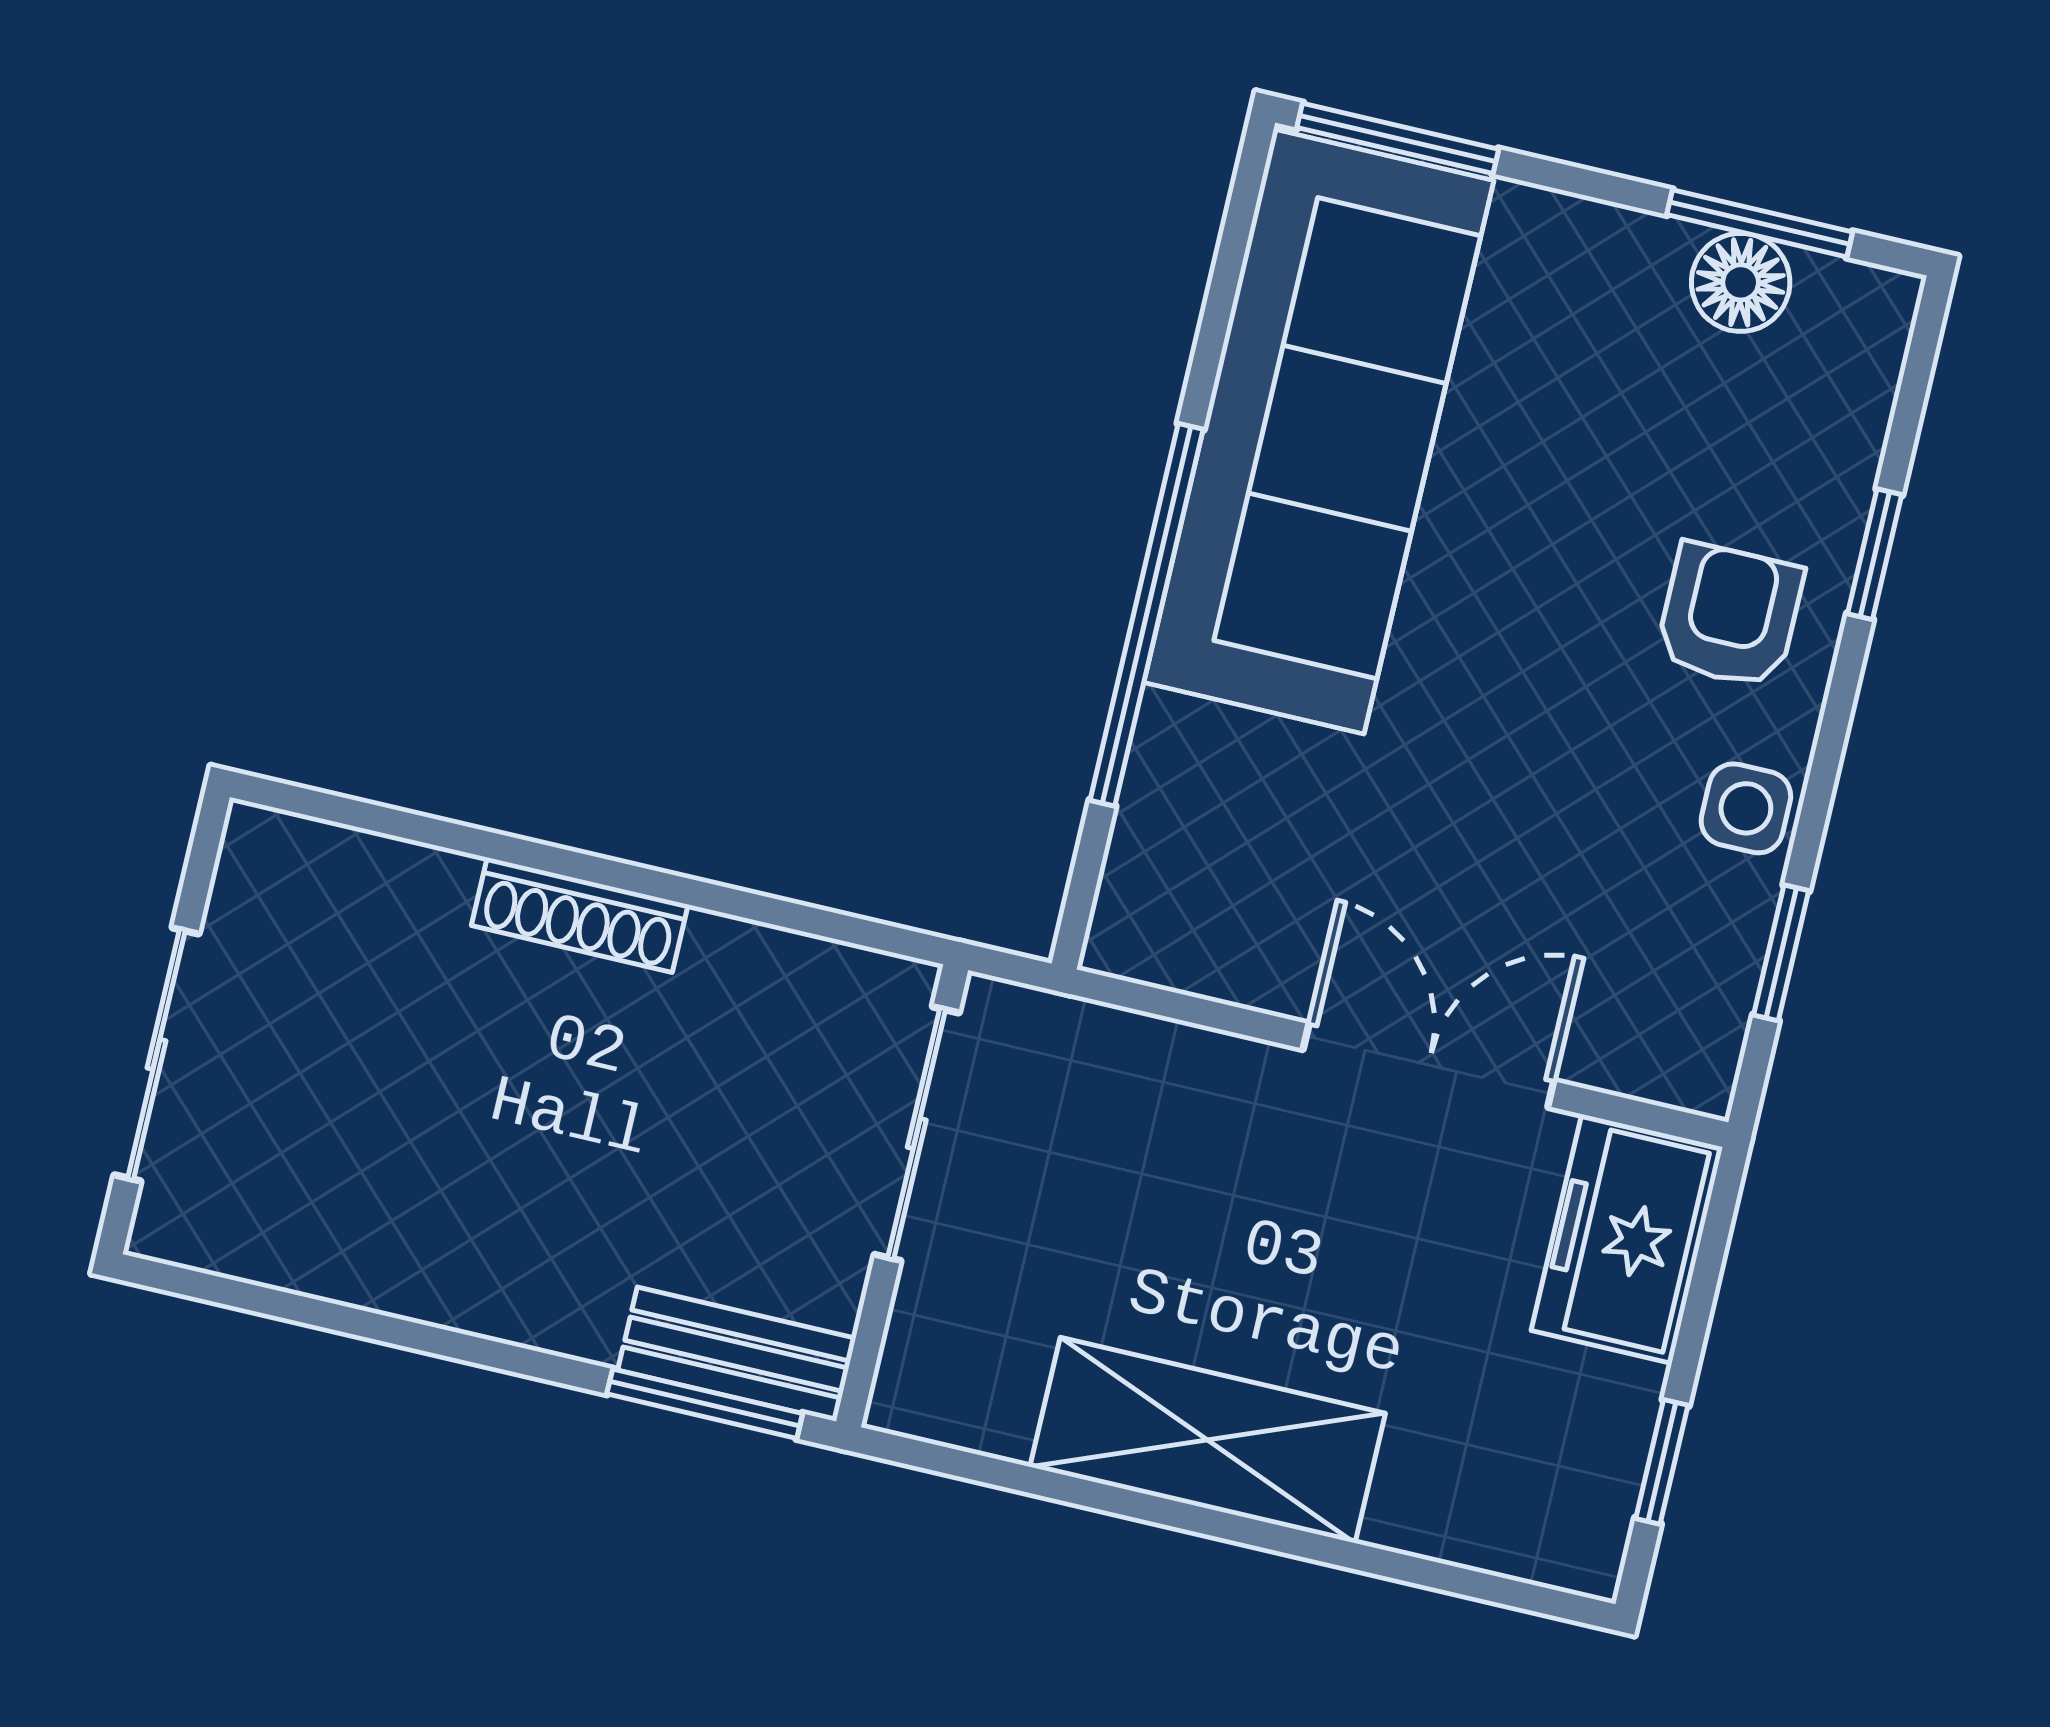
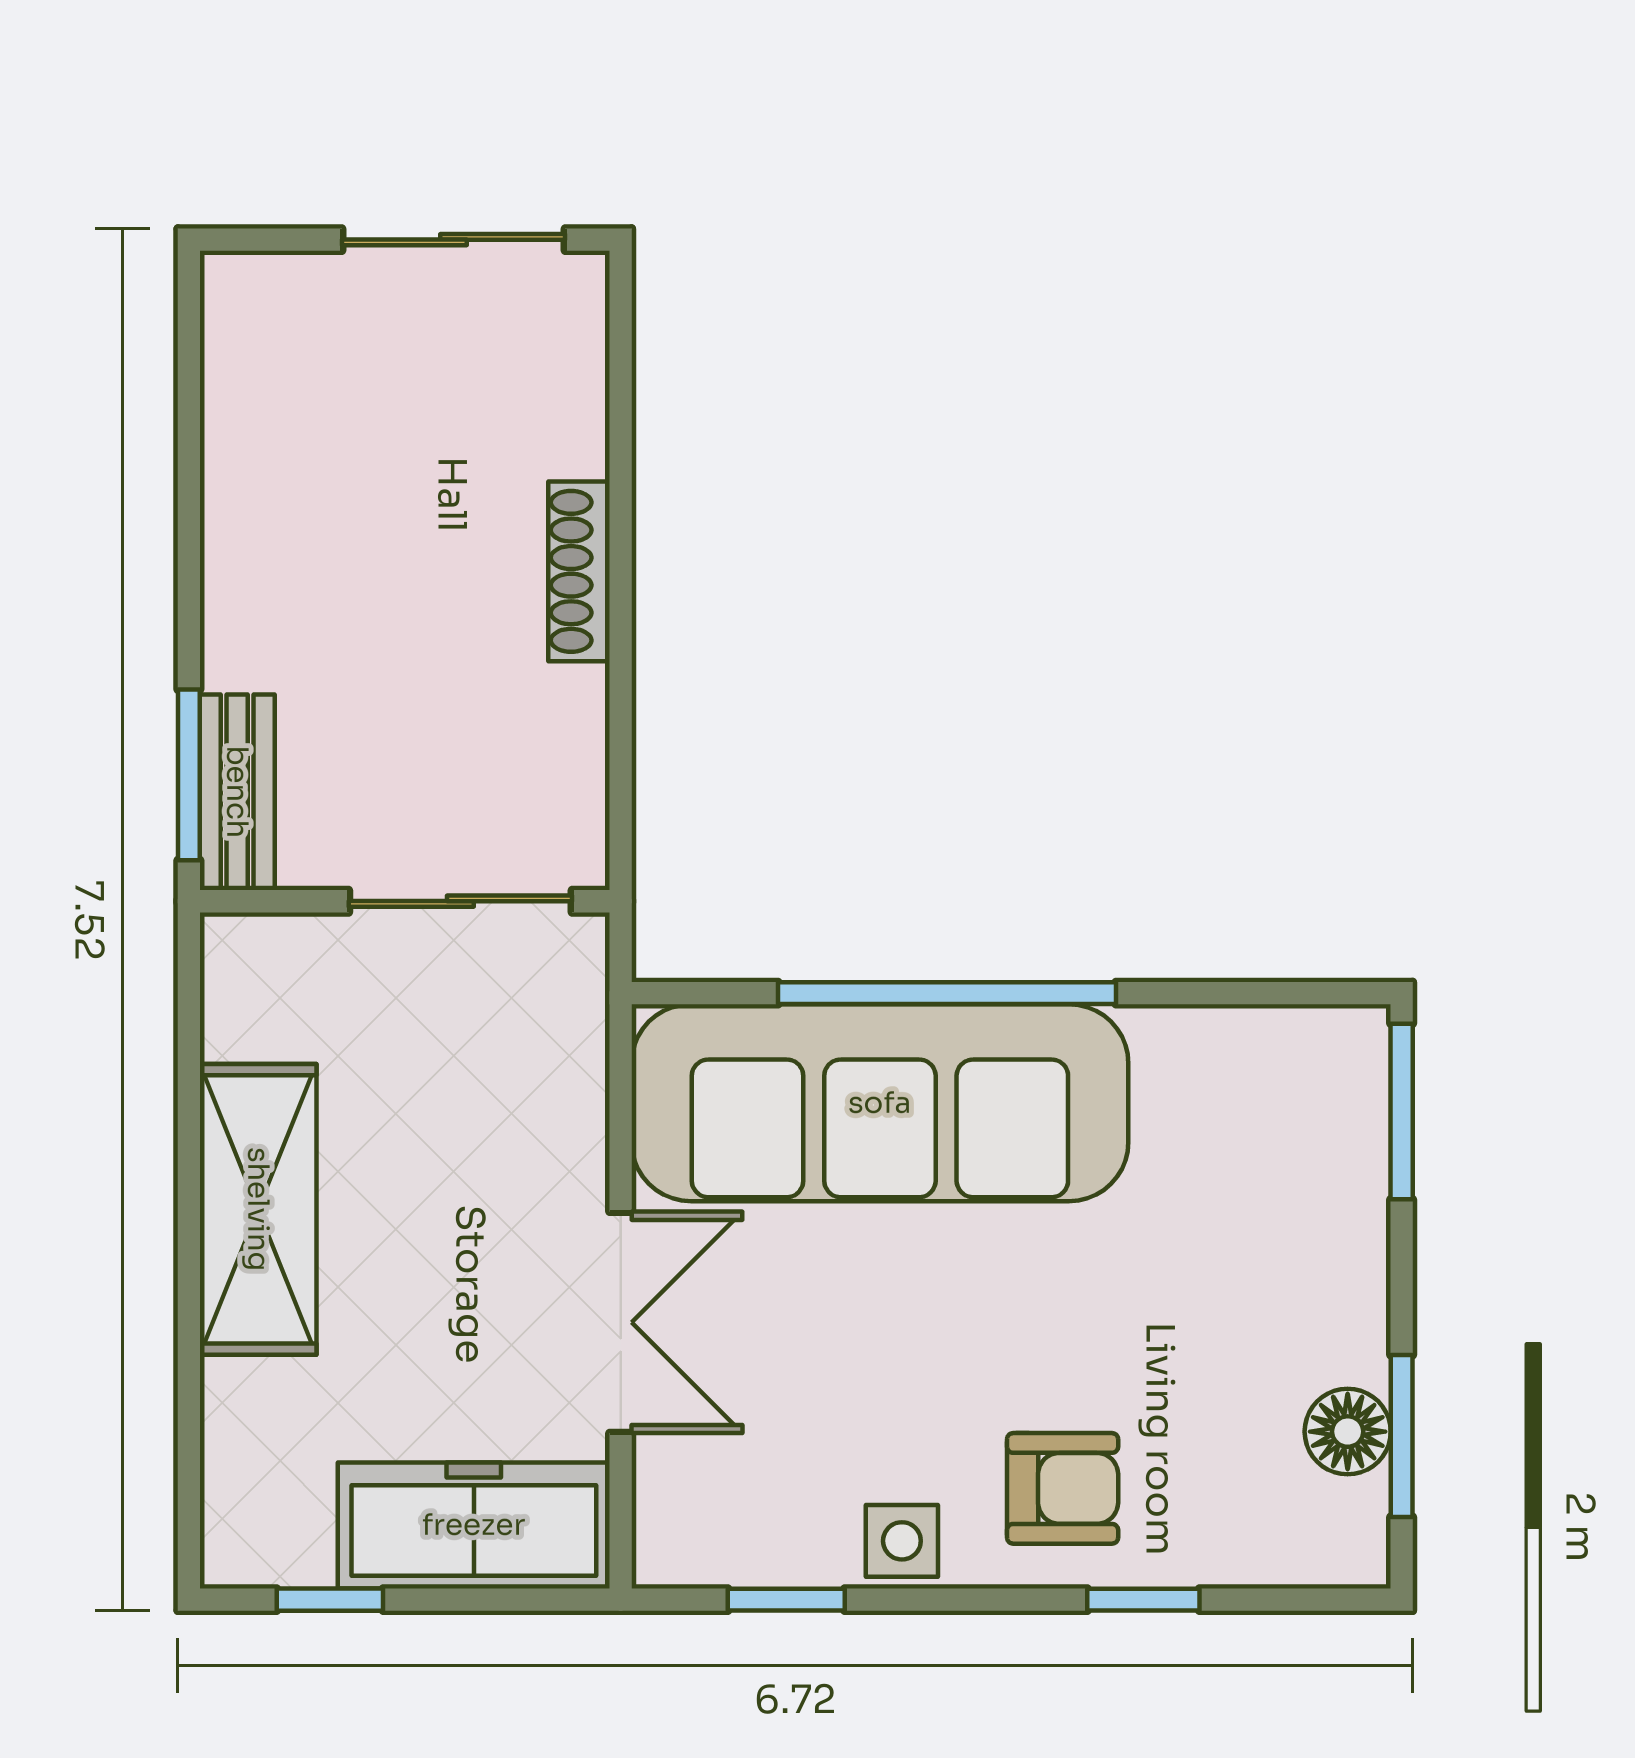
sofa: (1319, 431) -> (880, 1103), moved
sliding door: (156, 1054) -> (454, 240), moved
freezer: (1627, 1239) -> (474, 1525), width x1.40

